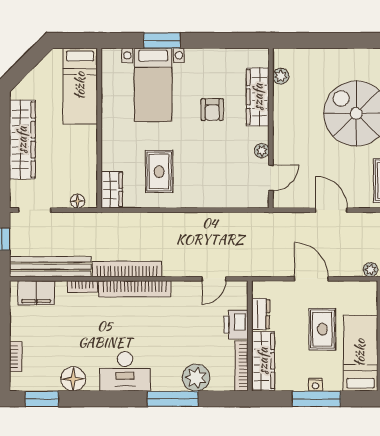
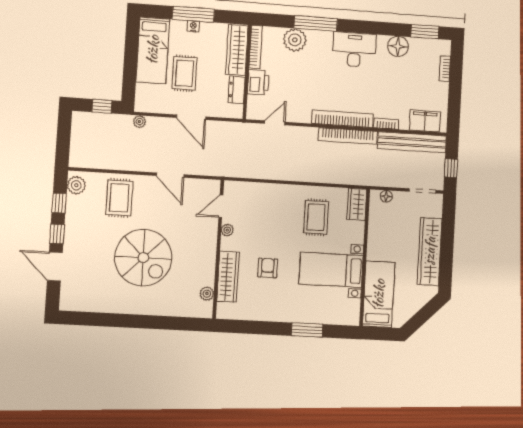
bed with nightstands: (153, 85) -> (331, 270), moved, turned -90

